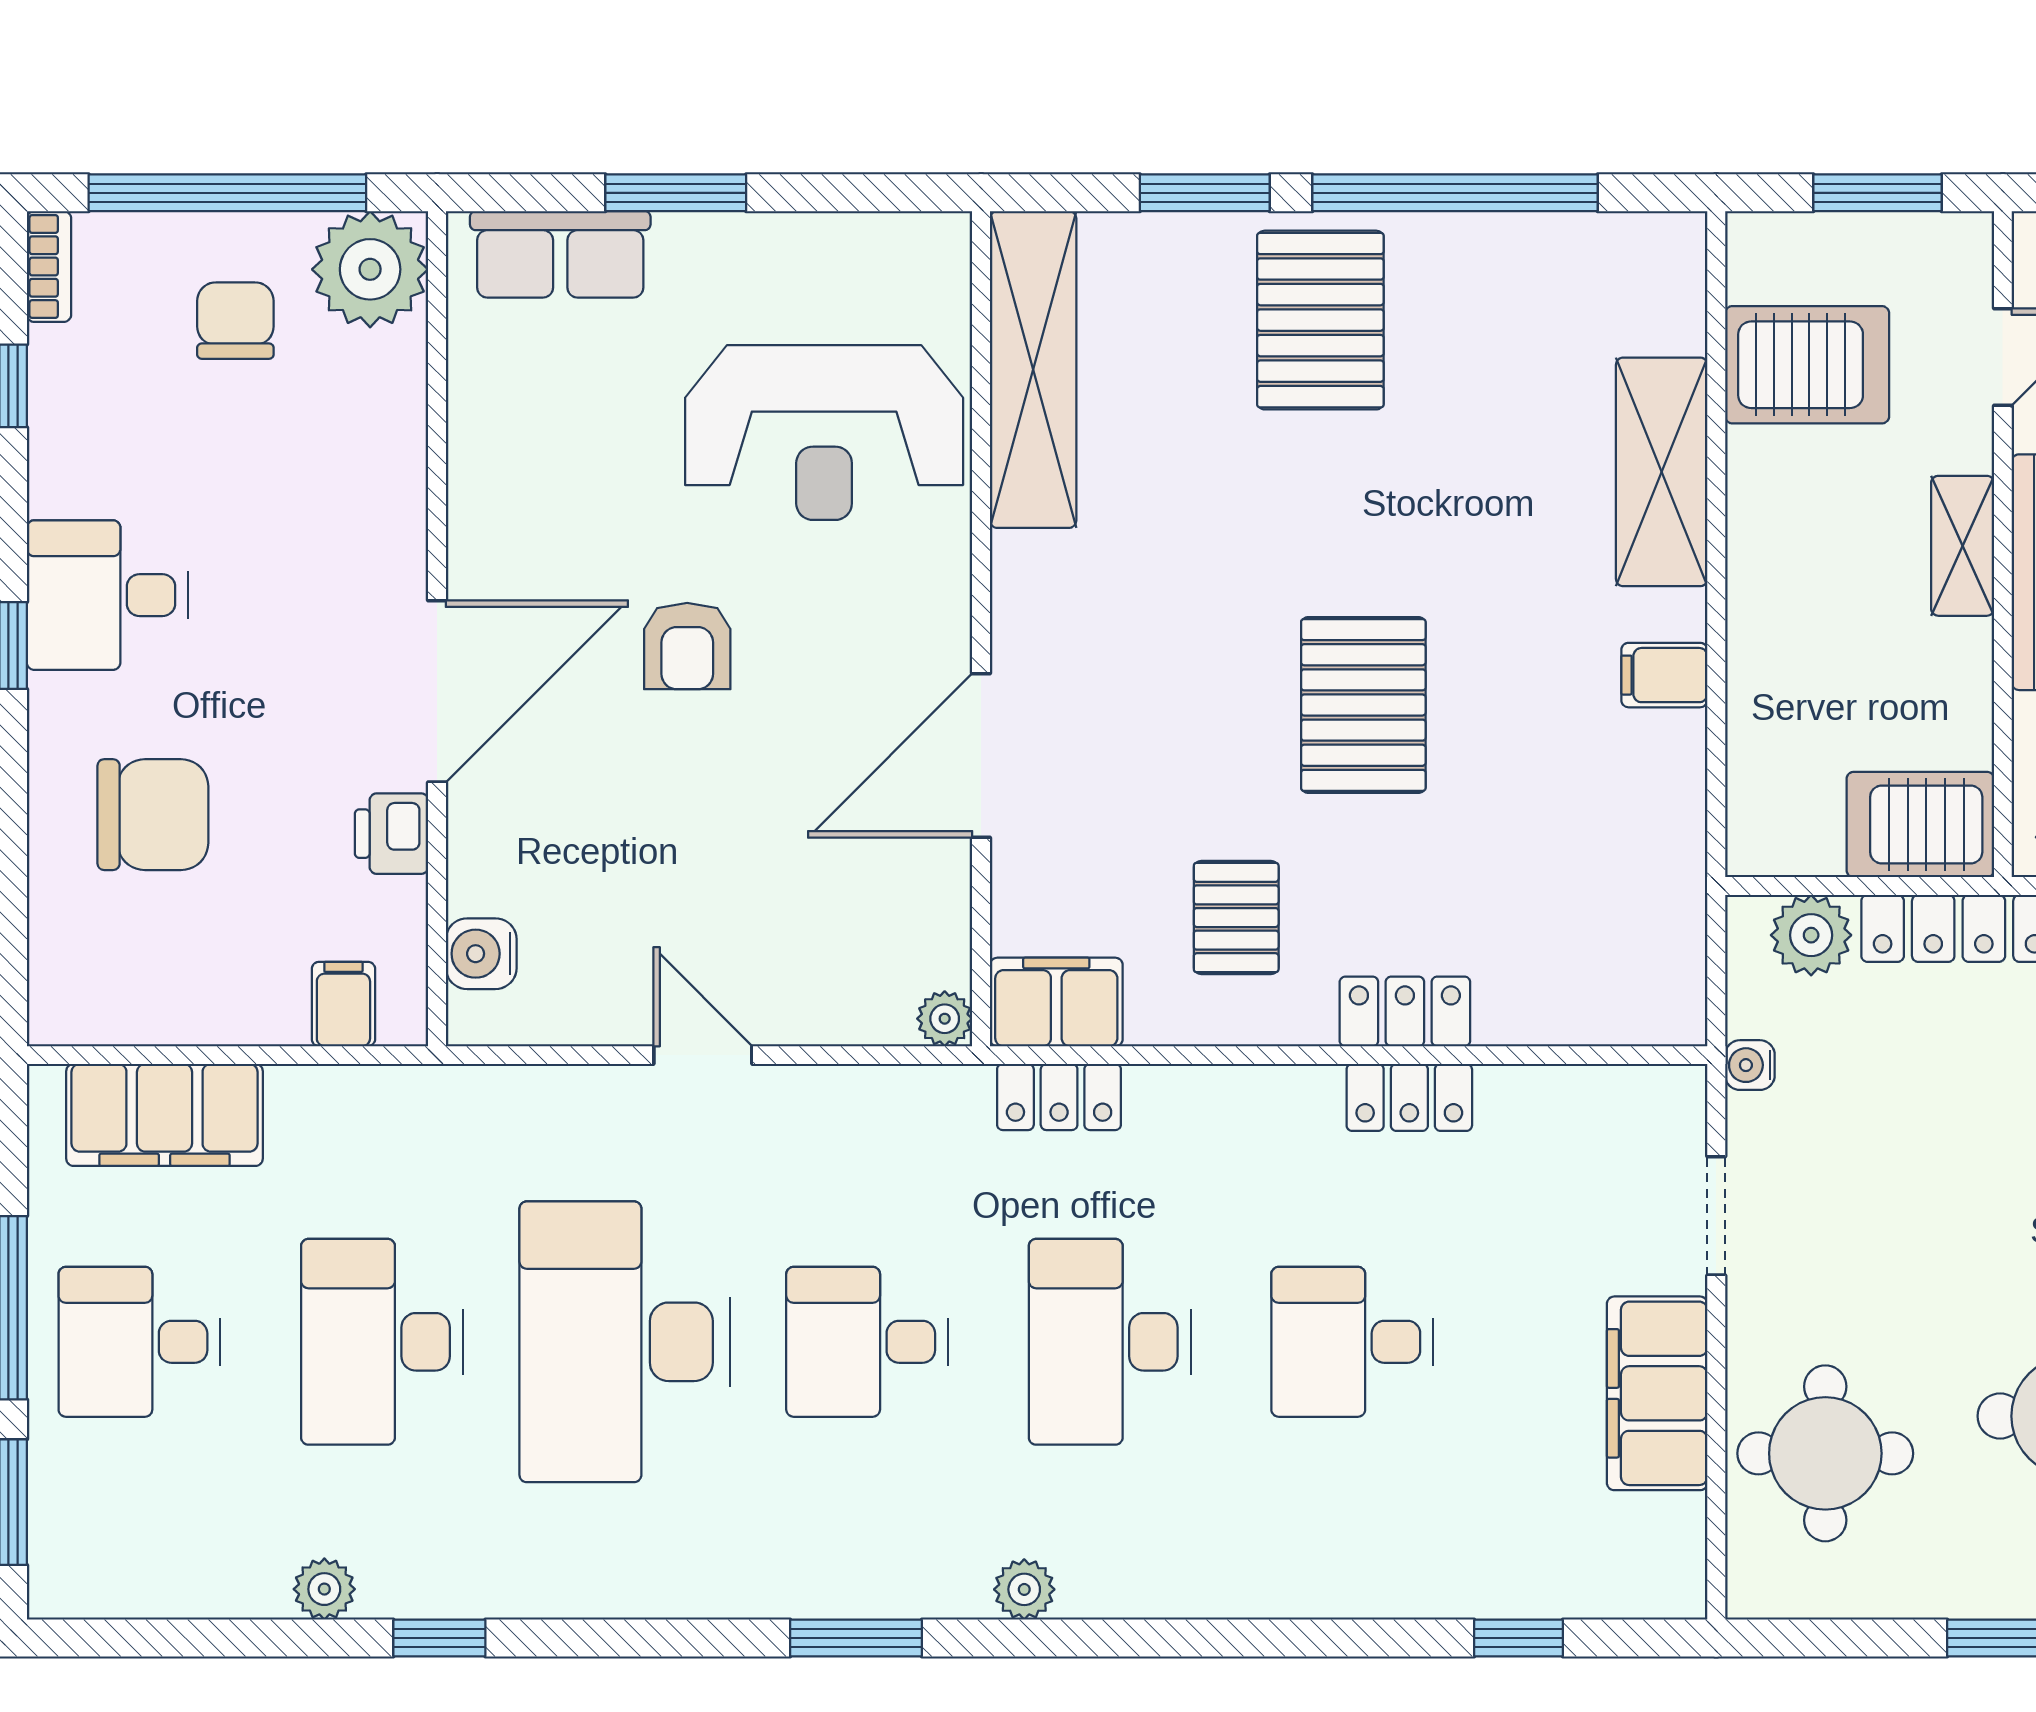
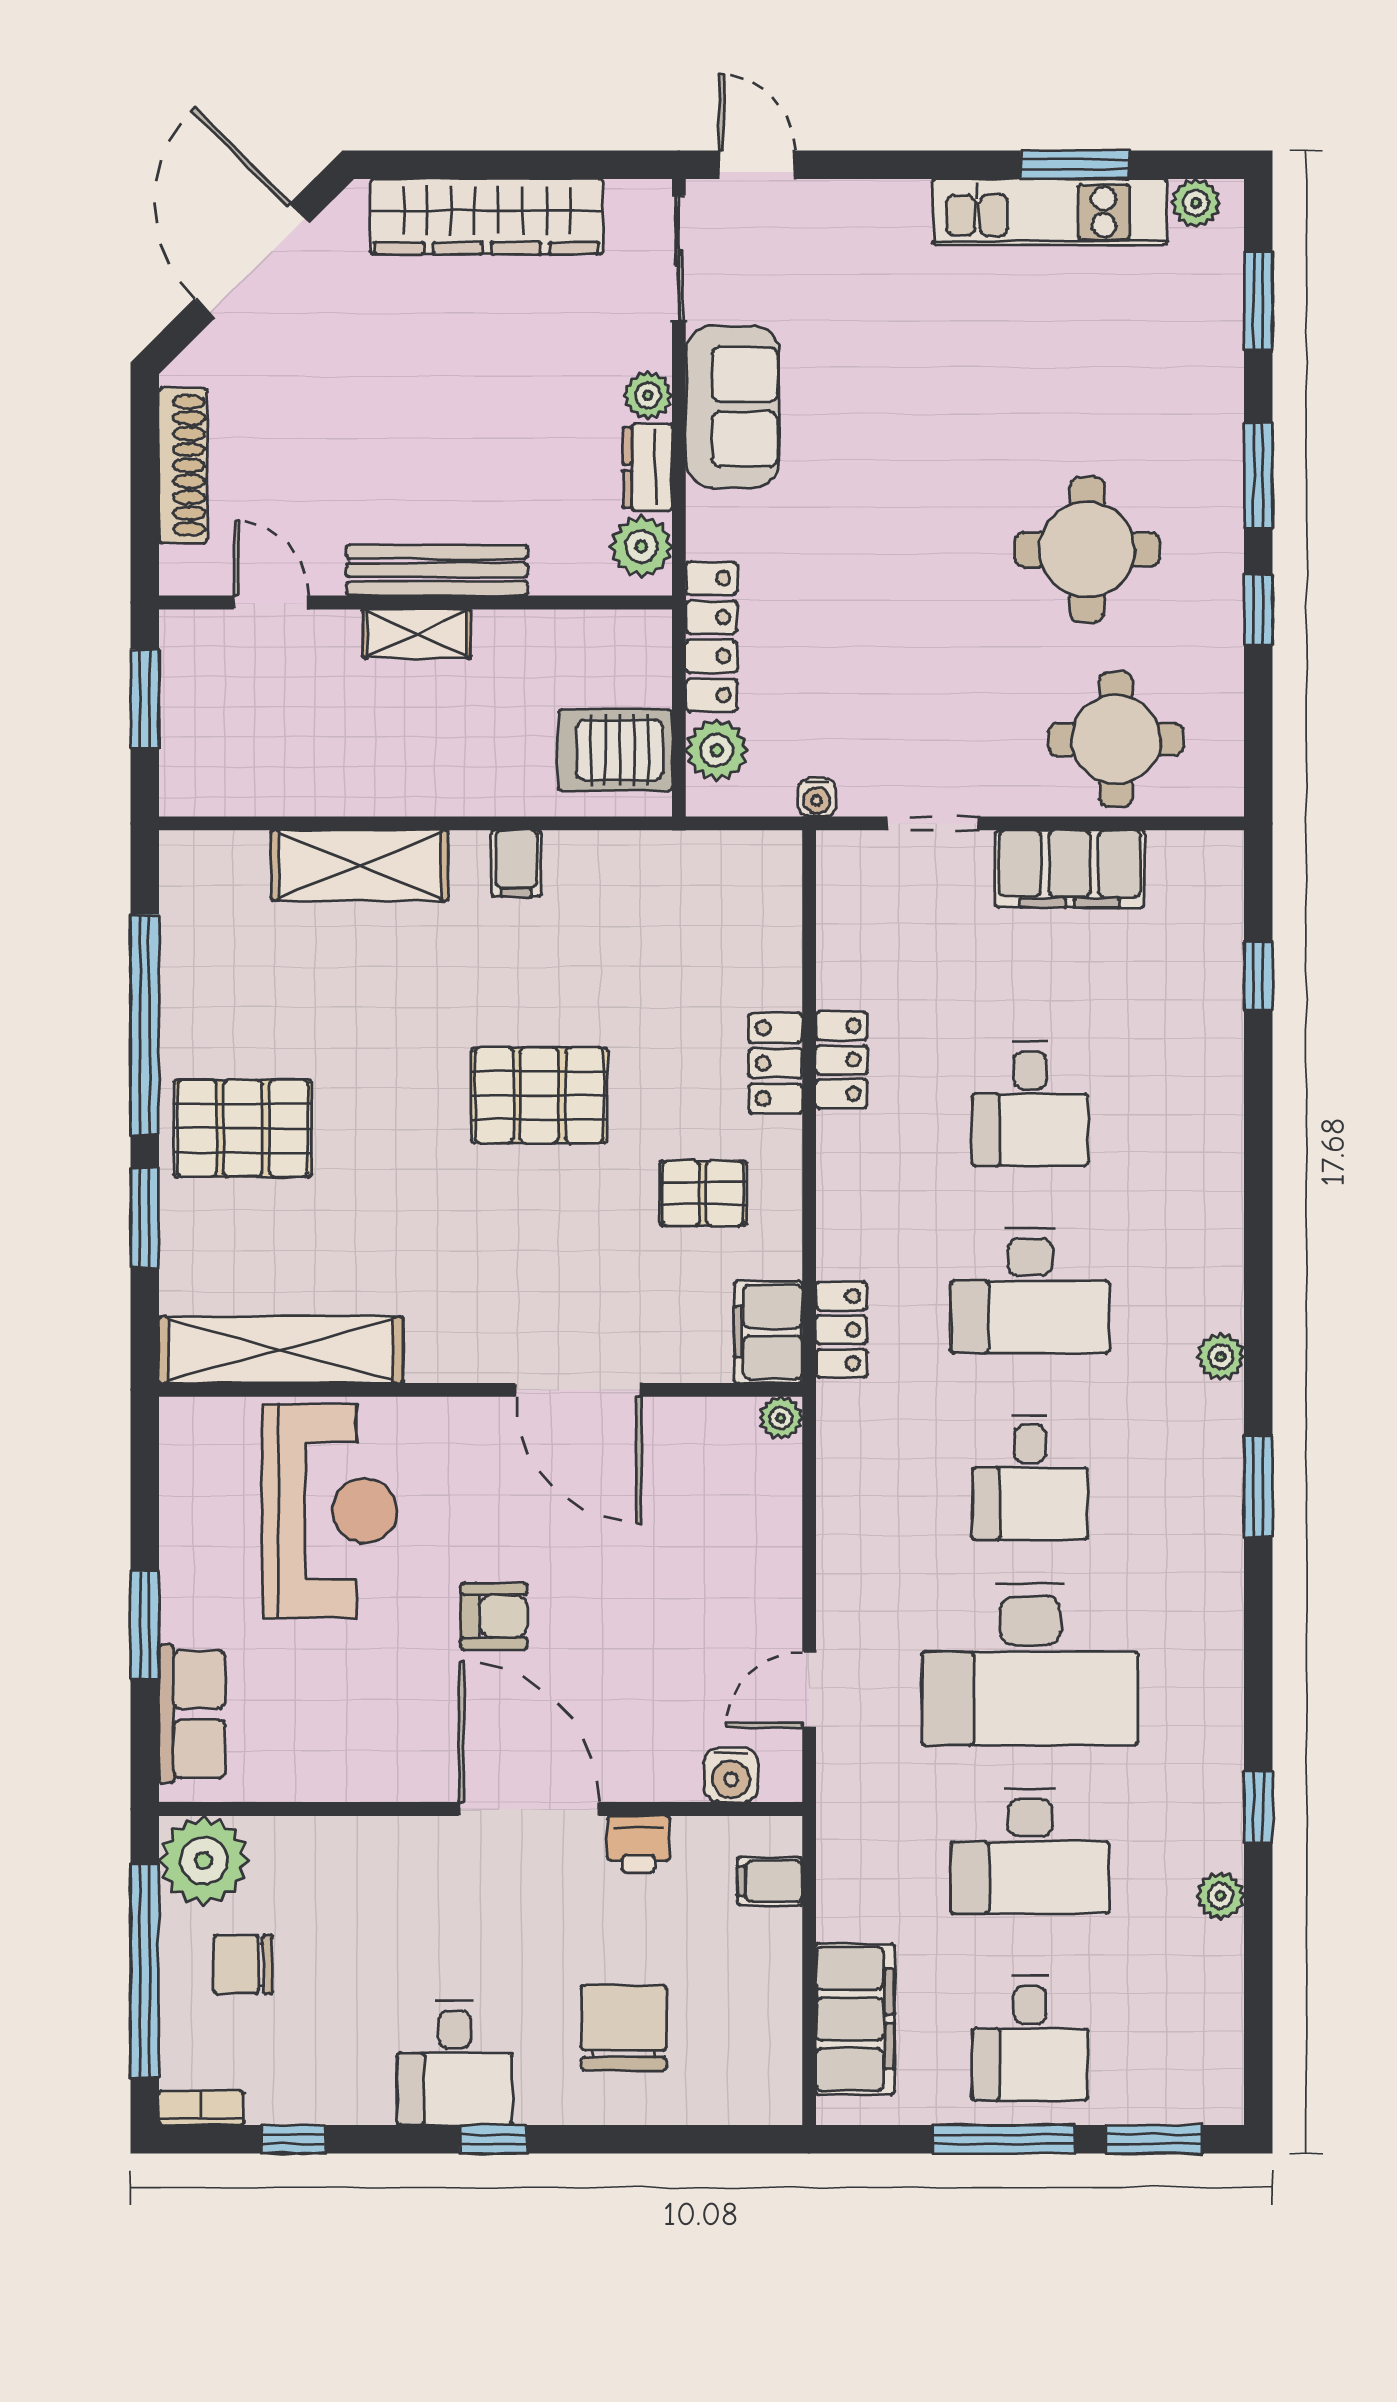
server rack: (1807, 365) -> (277, 753), removed
server rack: (1920, 825) -> (615, 750), moved, turned 90
door: (703, 1055) -> (809, 1690), moved

